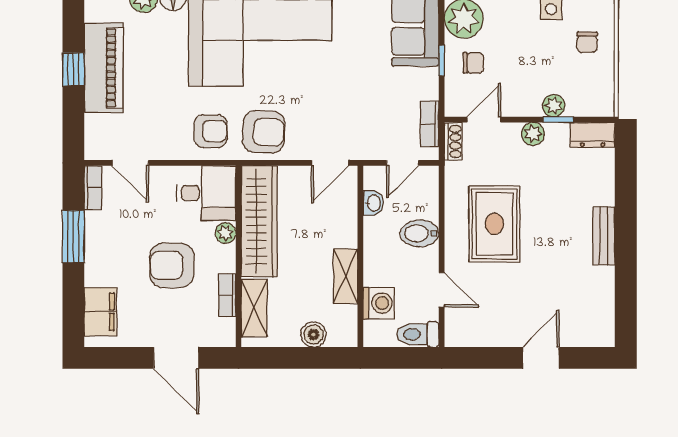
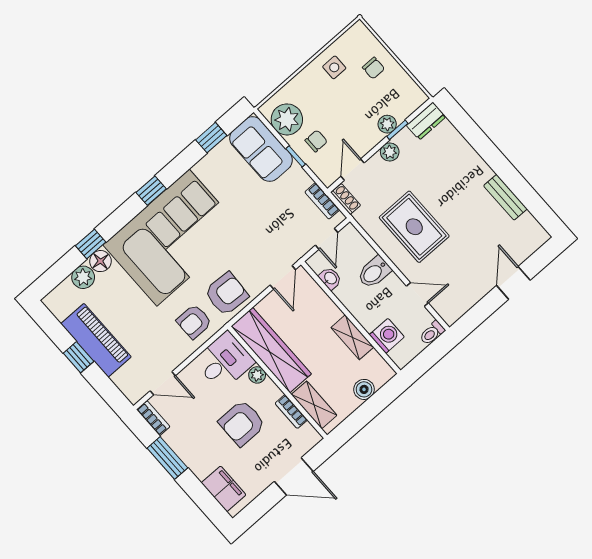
armchair: (211, 131) -> (194, 322), turned 180
bench: (604, 236) -> (505, 197), moved
toilet: (418, 334) -> (432, 333), width x0.73, depth x0.72

